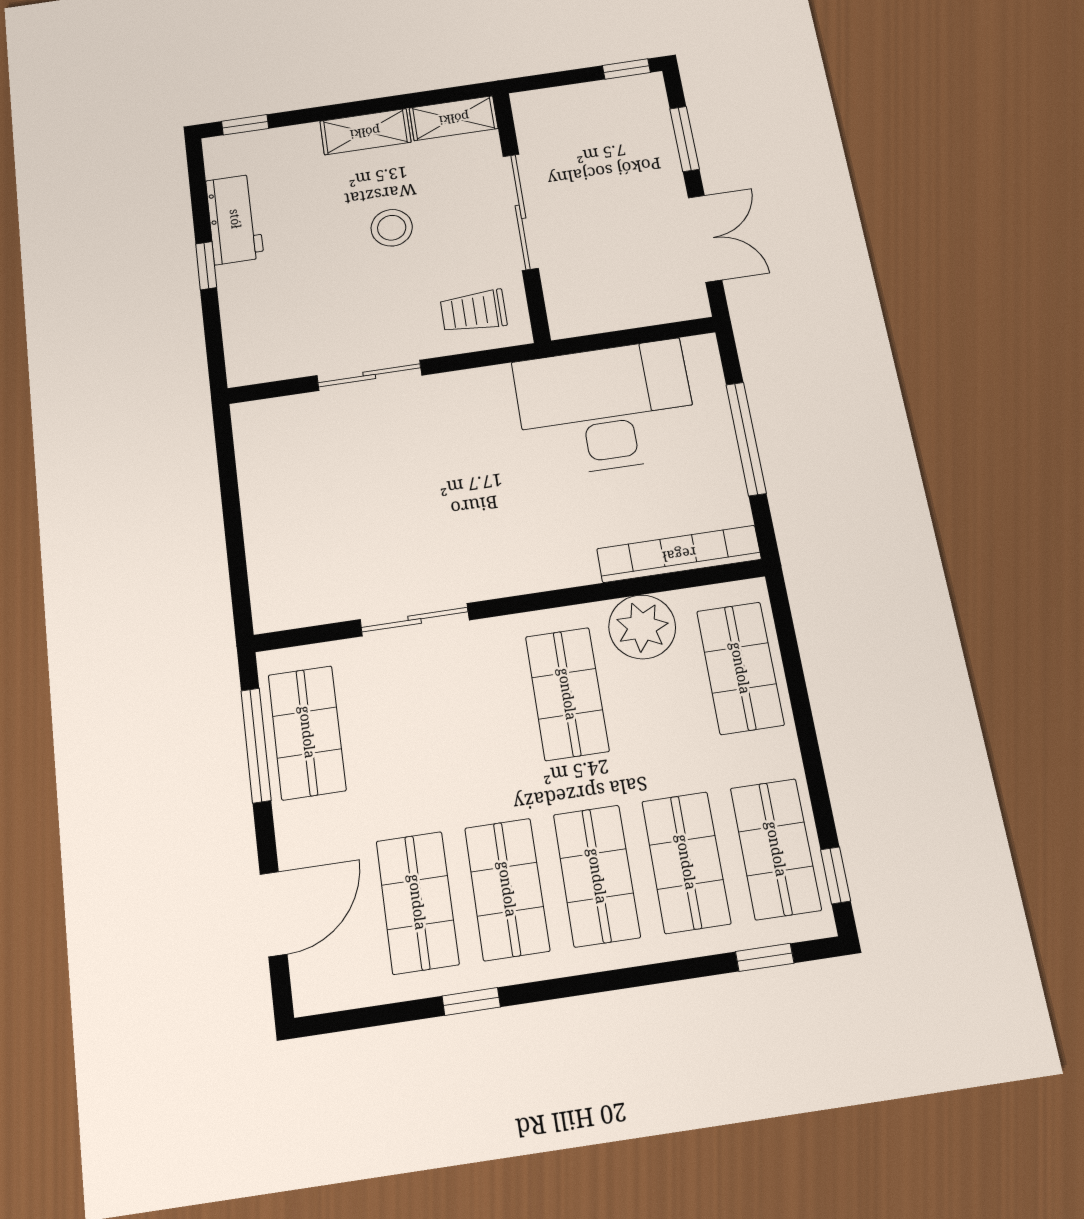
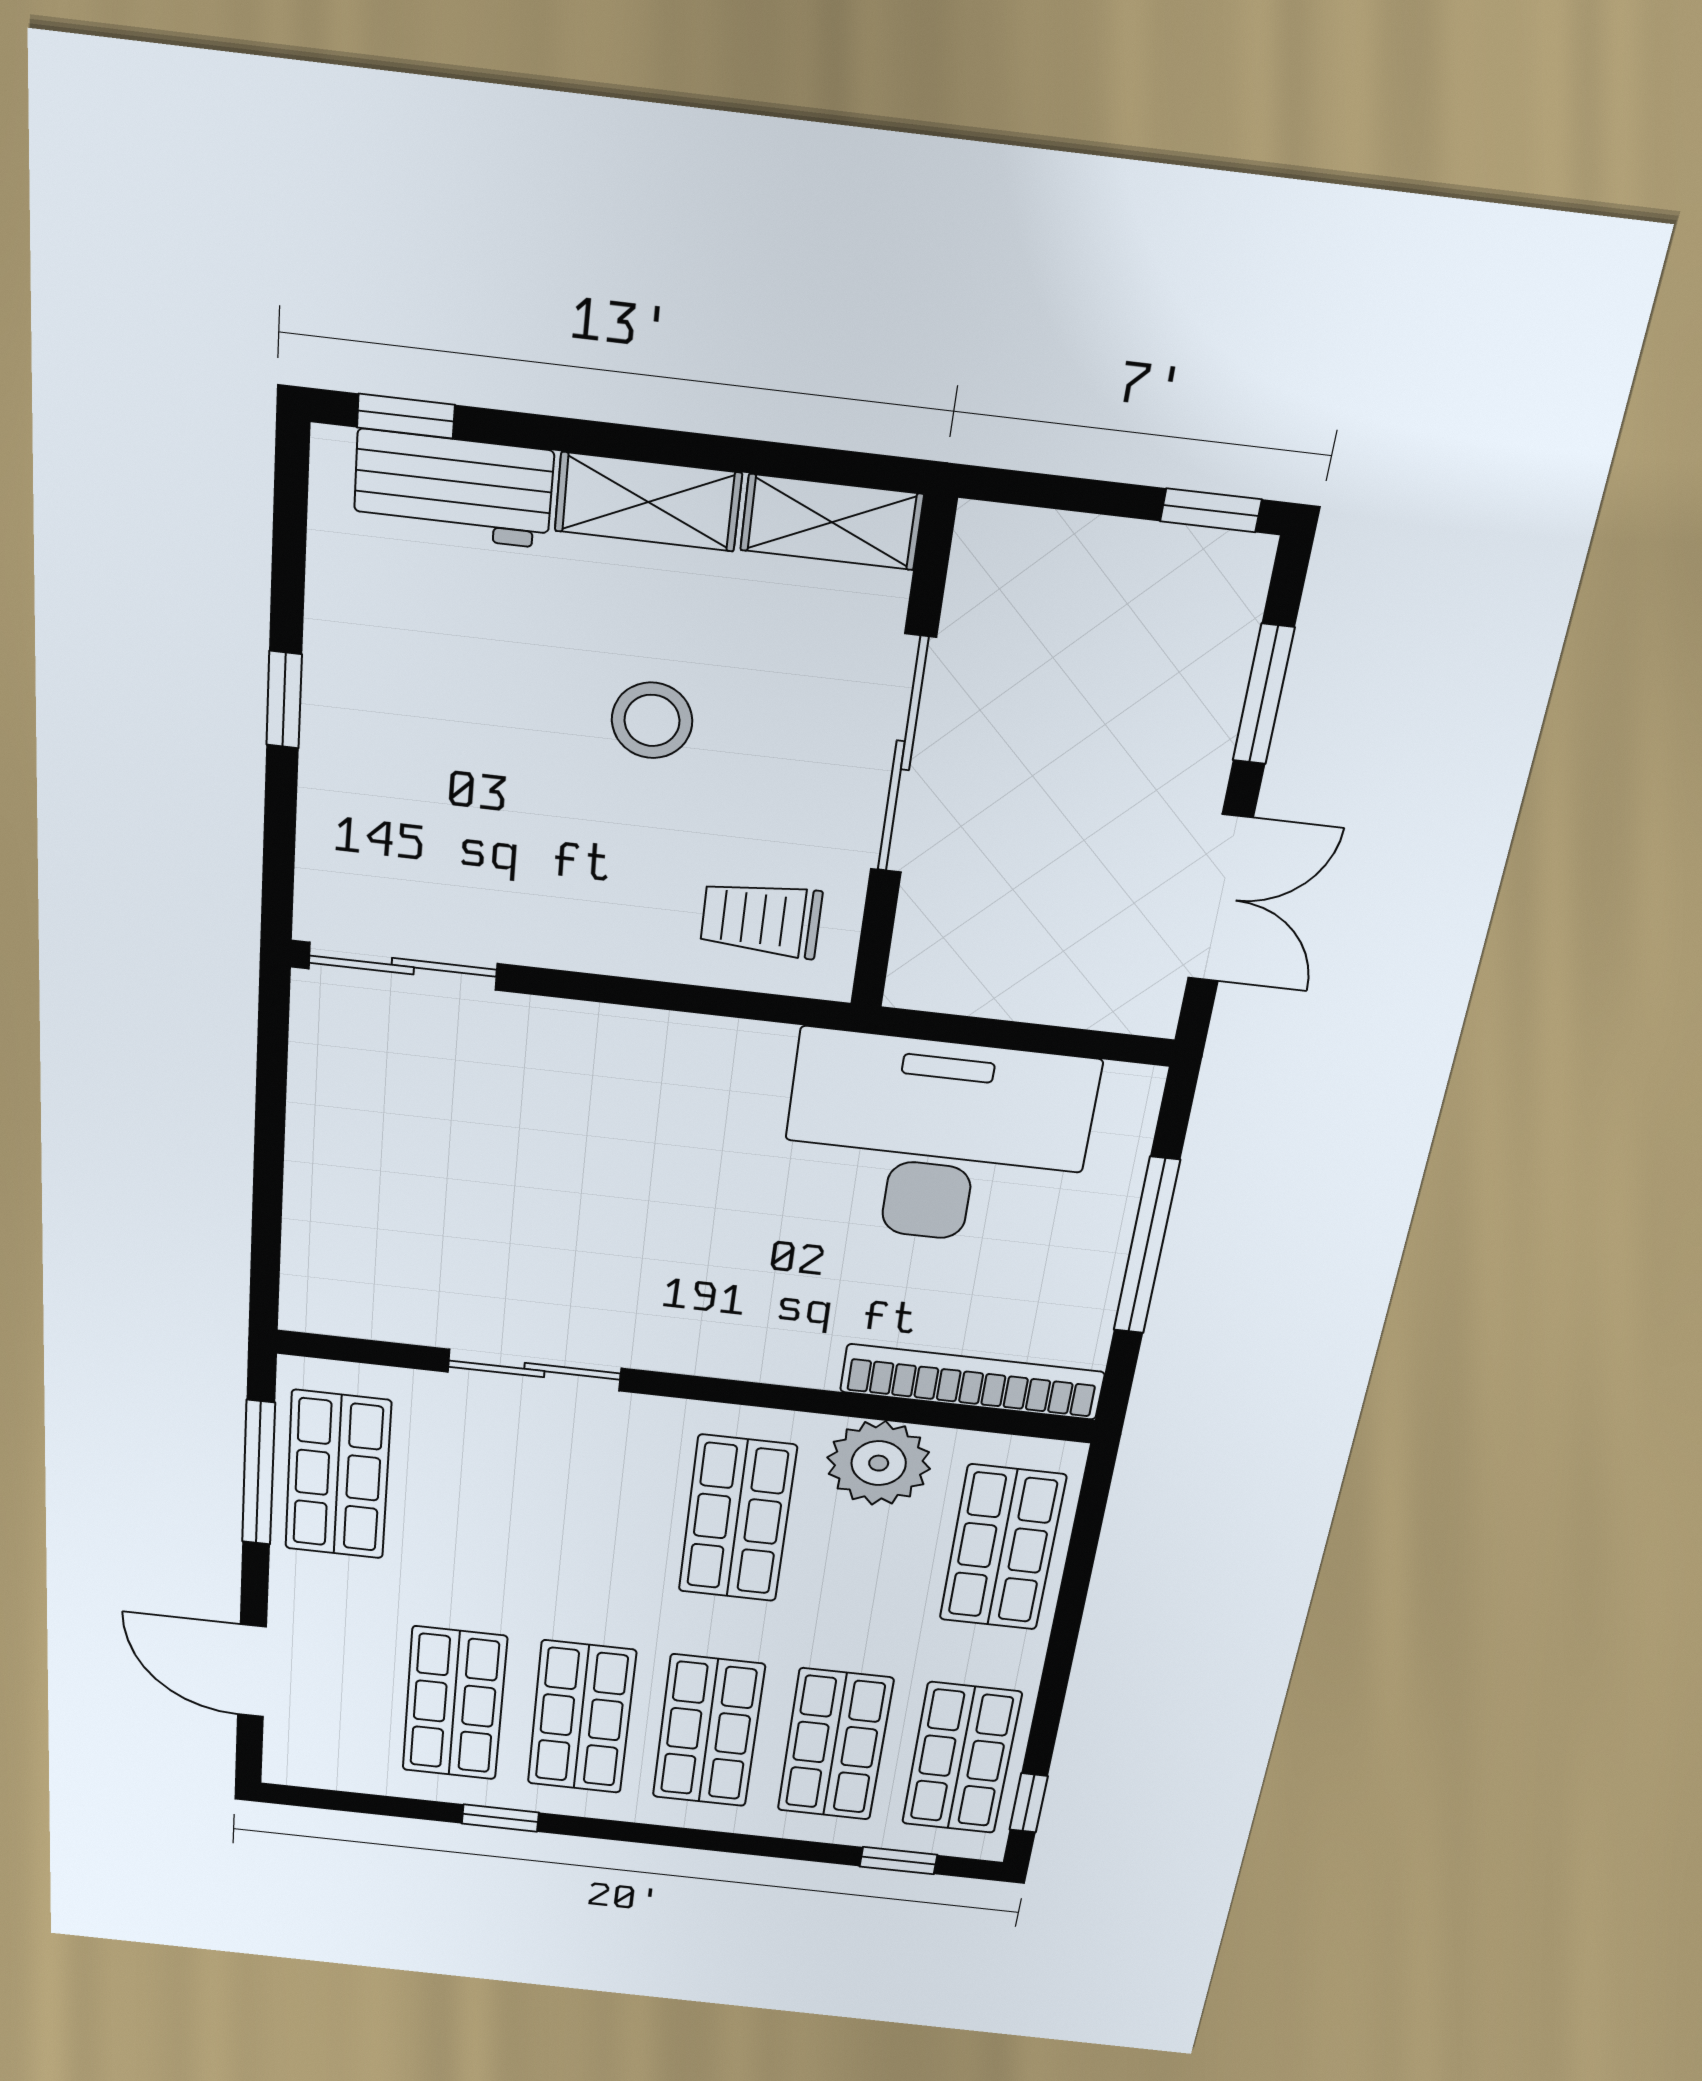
workbench: (235, 219) -> (453, 489), moved, turned 90
sliding door: (369, 375) -> (403, 966), moved
door: (274, 914) -> (252, 1671), swing flipped

